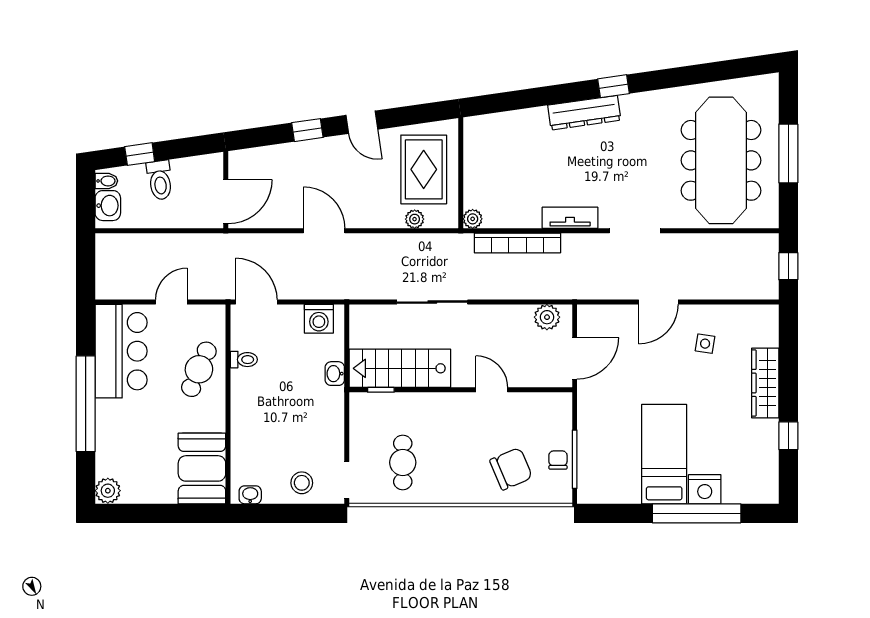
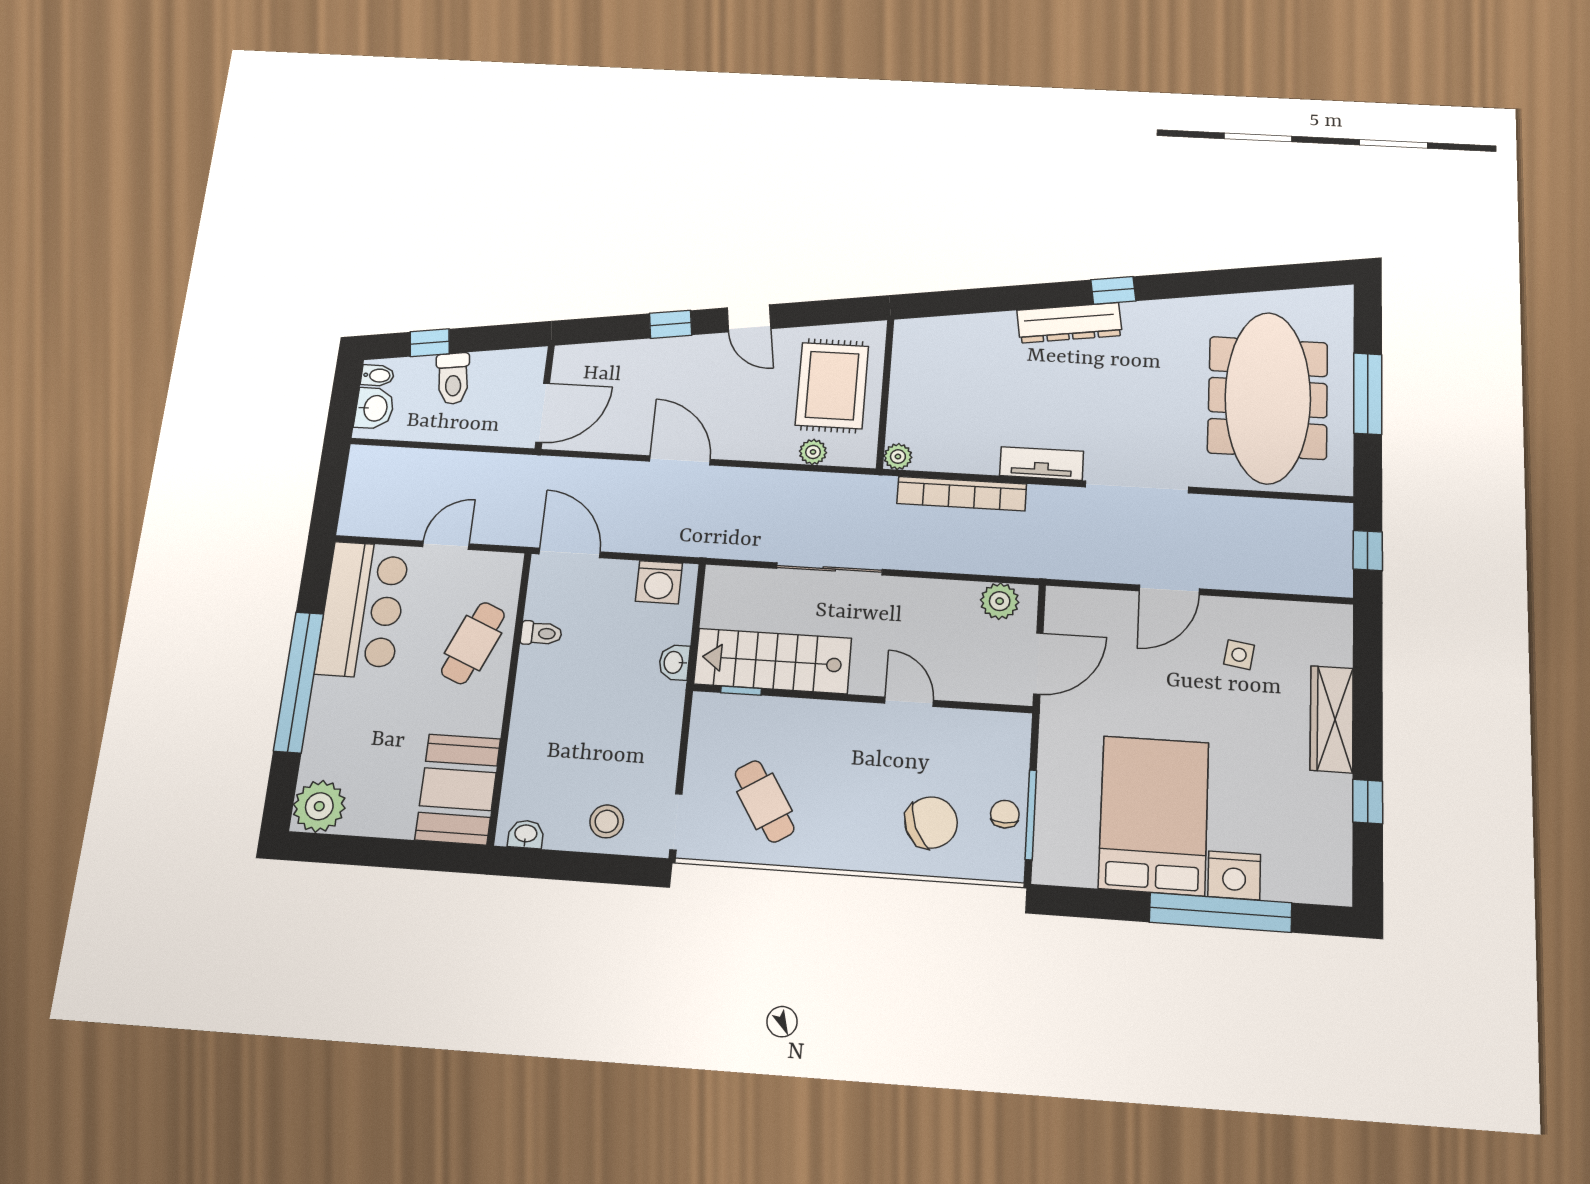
doorway: (635, 231) -> (1137, 487), width x1.36
bed: (664, 454) -> (1154, 815), width x1.50
cafe table: (403, 462) -> (764, 801), turned -32
plant: (108, 491) -> (319, 806), width x1.36, depth x1.36

